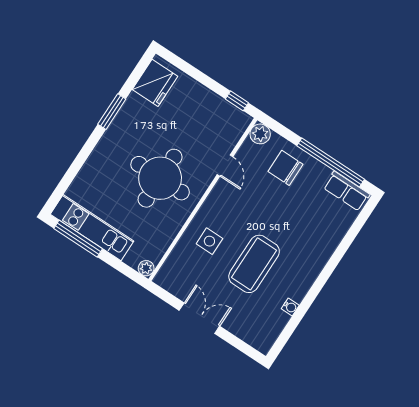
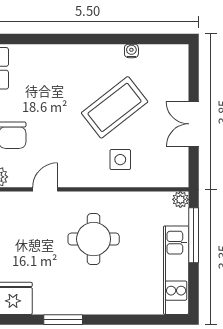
round table: (160, 178) -> (94, 239), width x0.73, depth x0.73
window: (78, 239) -> (194, 235), moved
coffee table: (254, 264) -> (115, 107), turned -38

